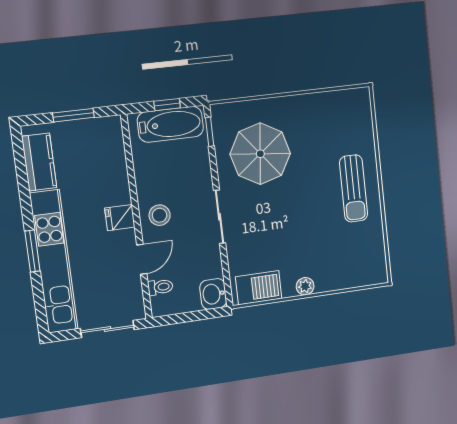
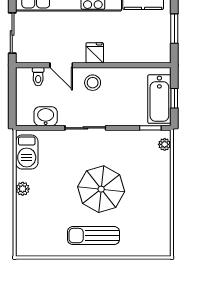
plant: (229, 111) -> (165, 144), added
parasol: (260, 154) -> (101, 189), moved
washbasin: (213, 294) -> (46, 116), moved

